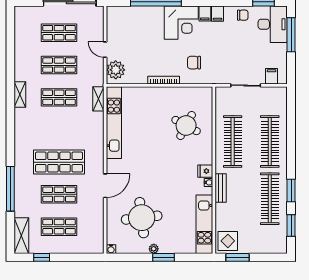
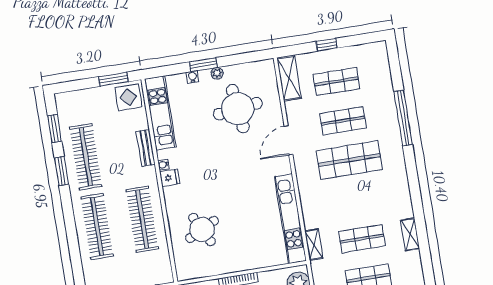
round table: (186, 126) -> (202, 229), turned 35
bench: (221, 188) -> (146, 148), moved
shelving: (21, 236) -> (289, 78), moved
water cooler: (111, 249) -> (193, 77), moved
window: (42, 257) -> (327, 45), moved

